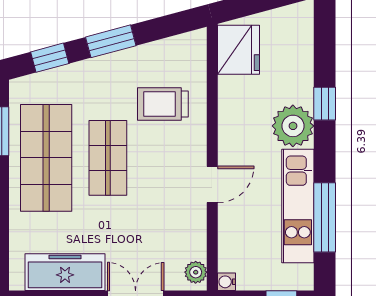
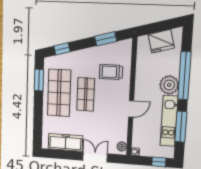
window: (111, 41) -> (106, 39), moved
fridge: (239, 50) -> (161, 41), moved, turned 75
window: (325, 104) -> (184, 76), width x3.17

